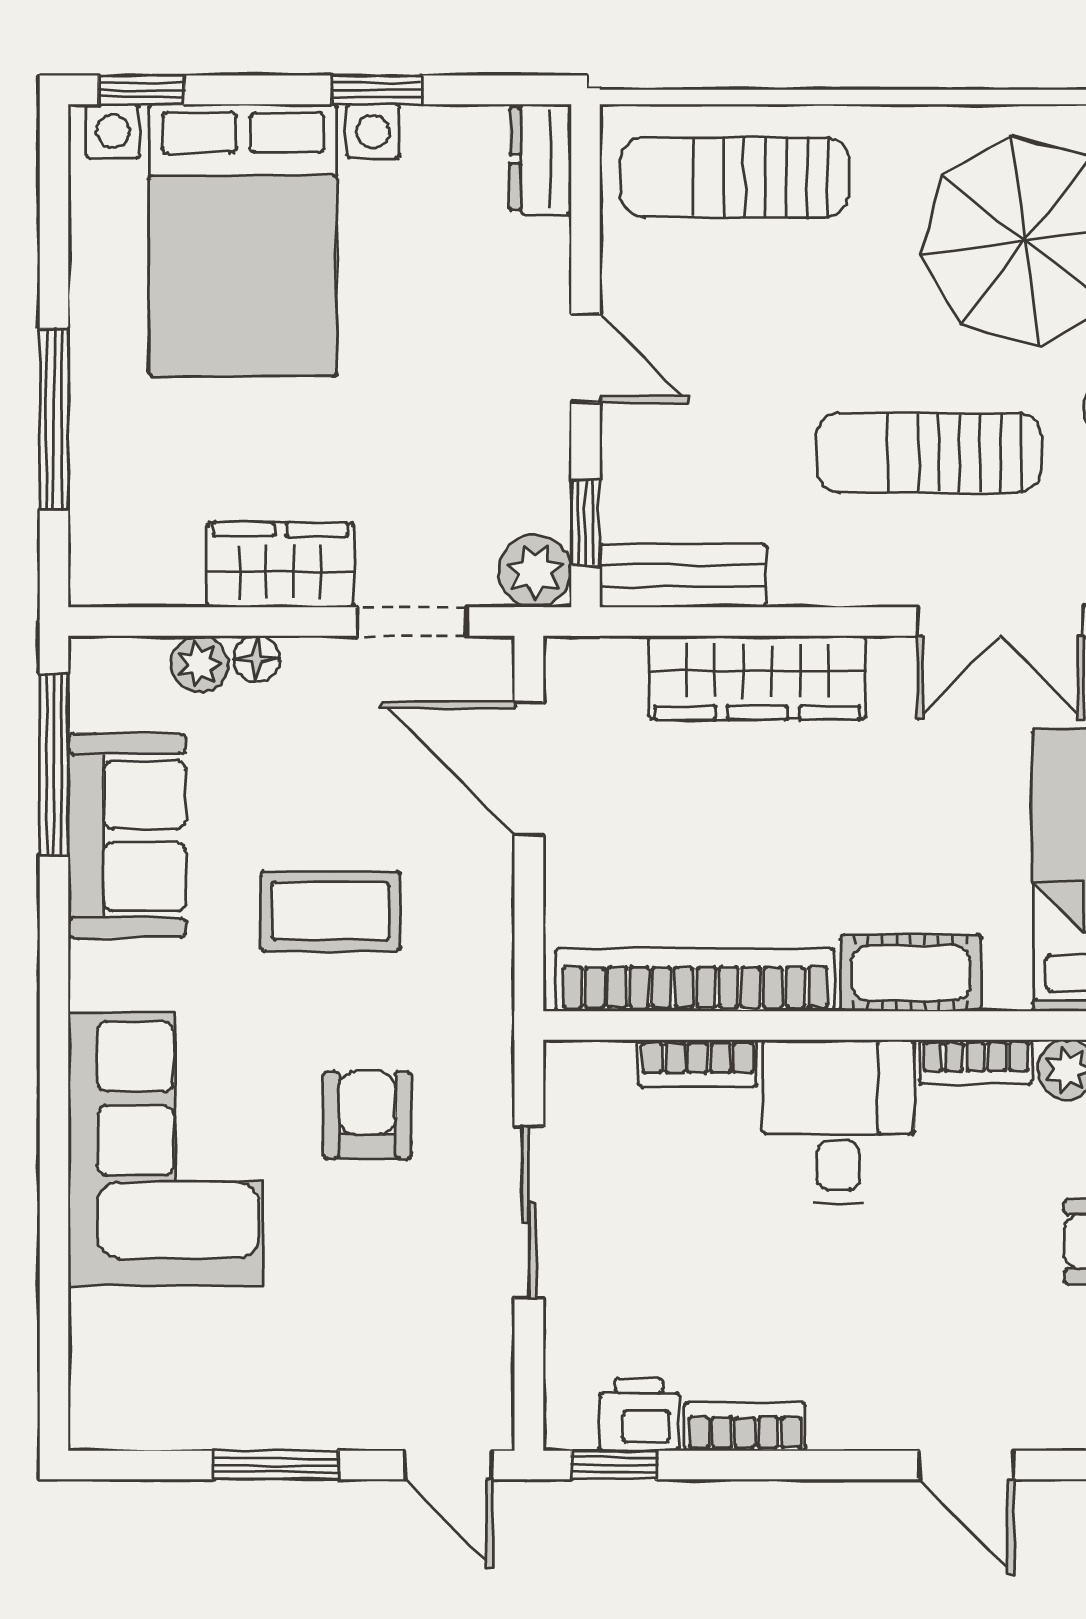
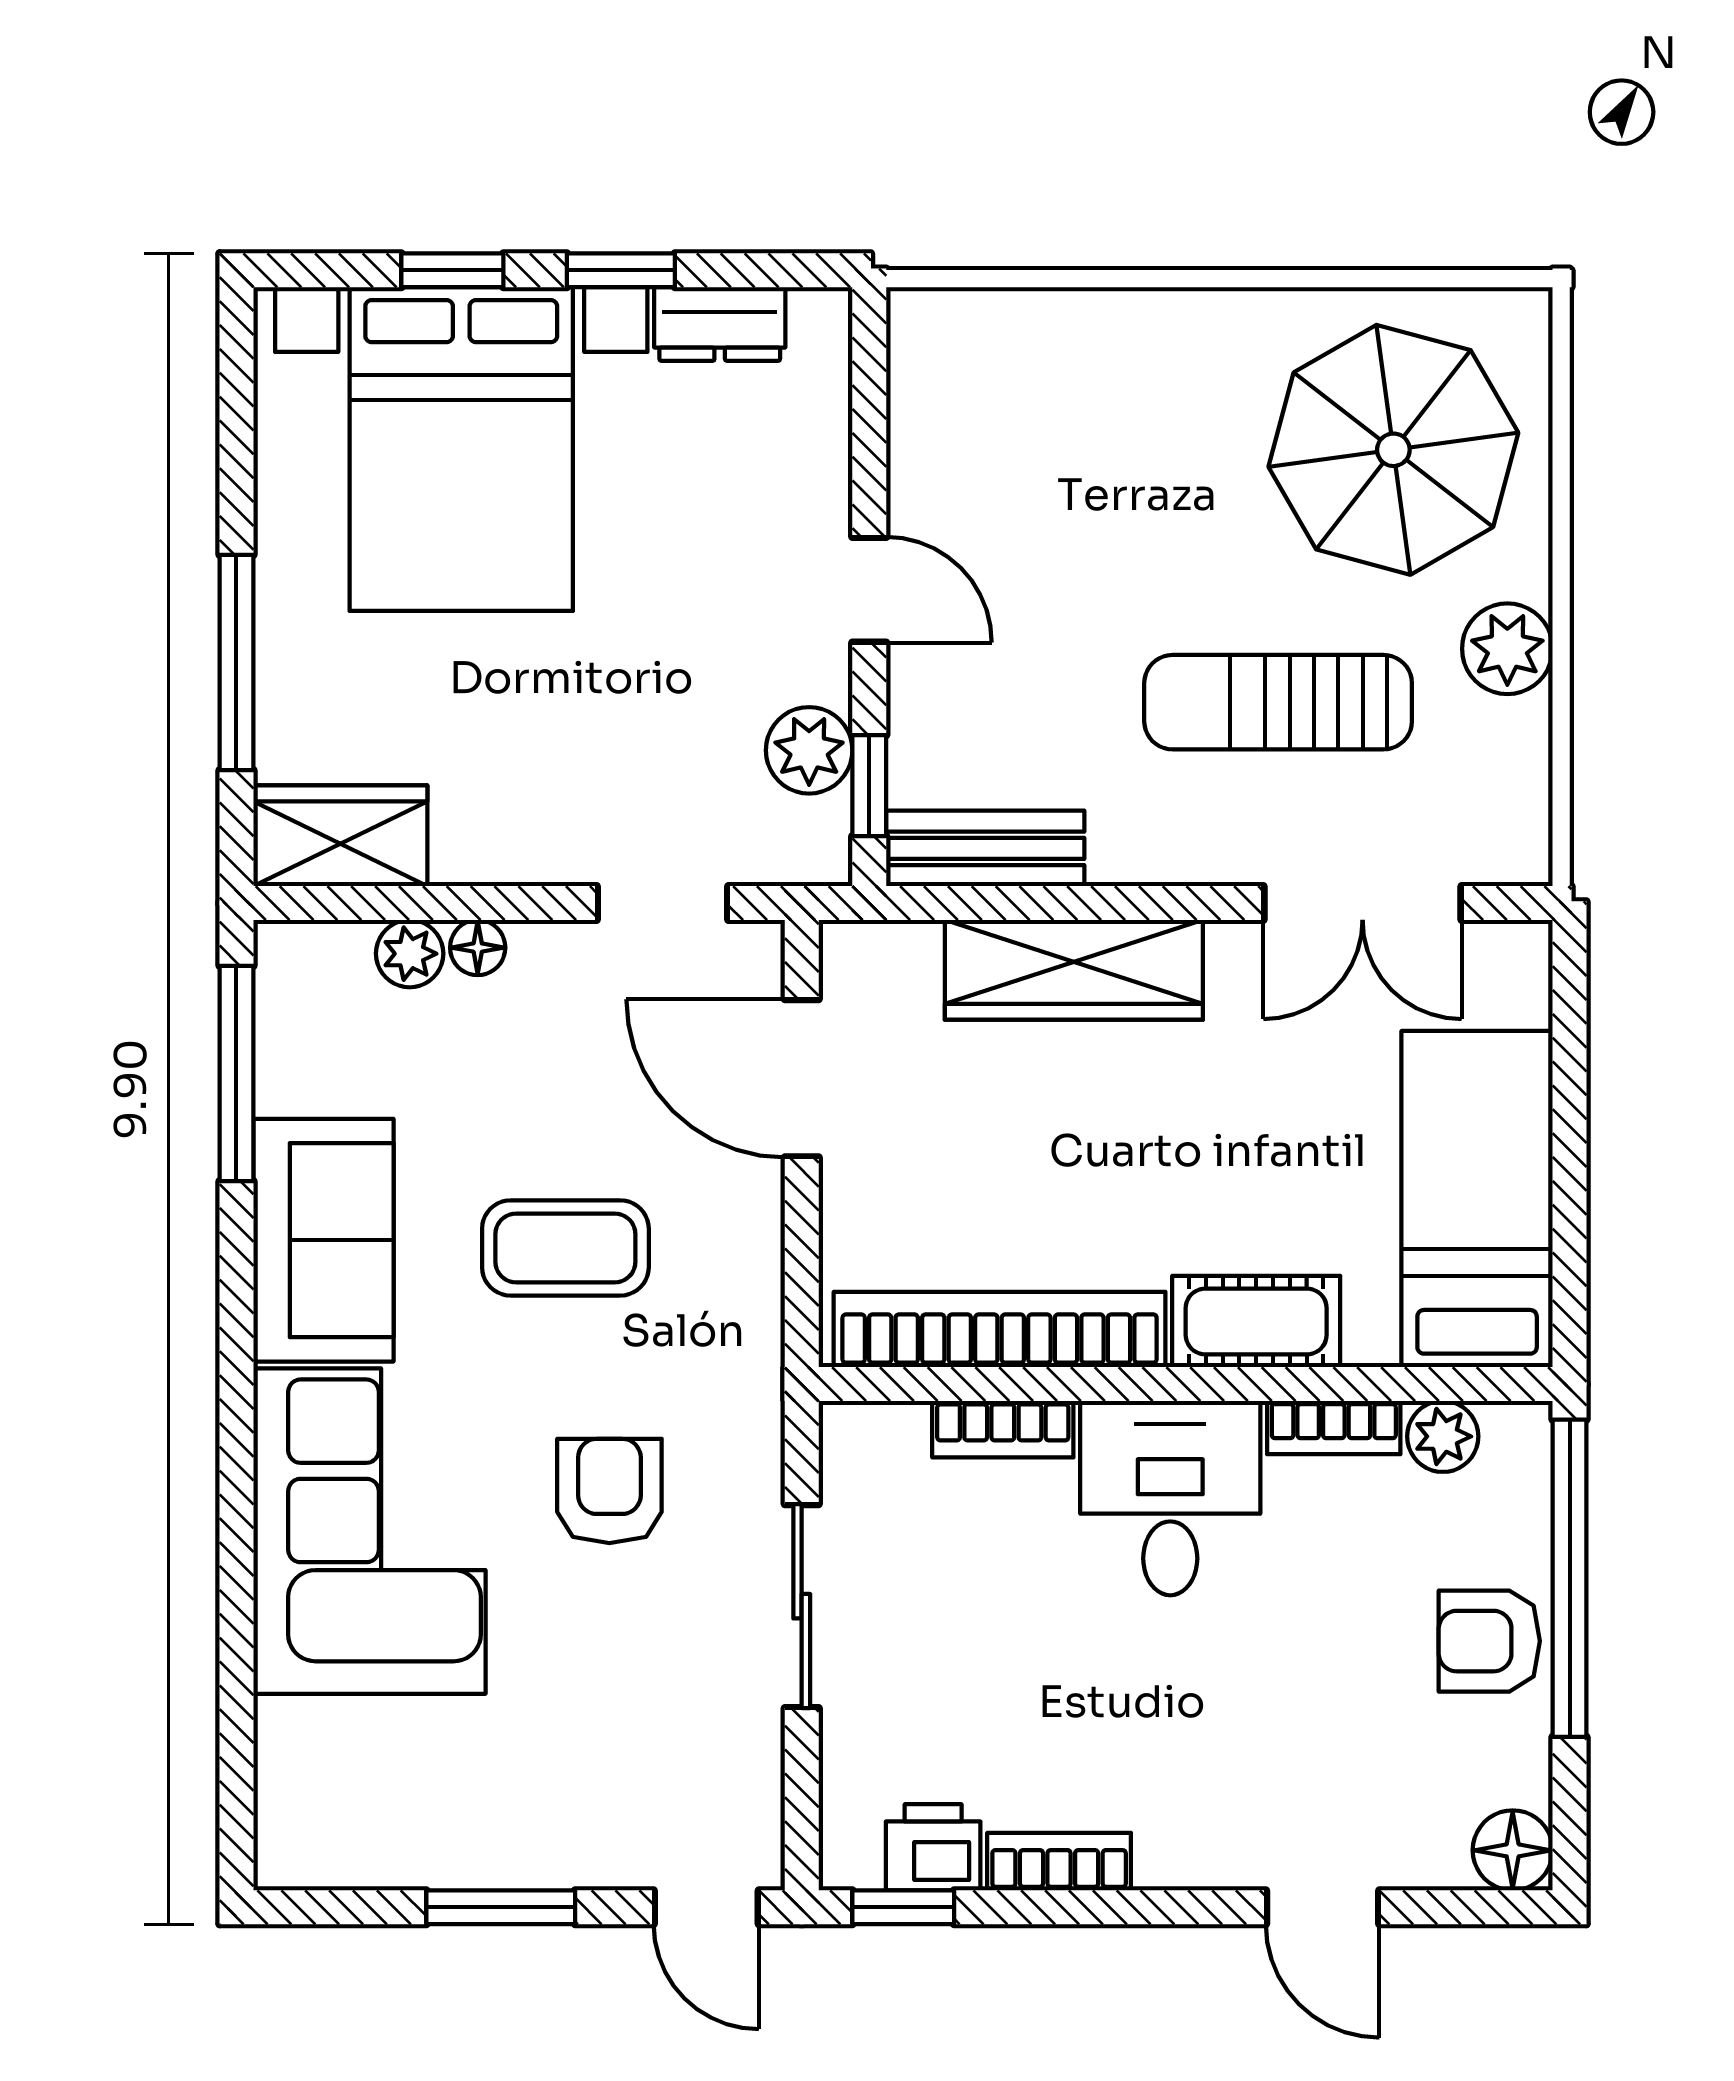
window: (141, 90) -> (452, 270), moved
dresser: (540, 159) -> (720, 324), moved, turned -90
sun lounger: (735, 177) -> (1047, 374), removed
wardrobe: (280, 565) -> (340, 836), moved
plant: (535, 571) -> (809, 750), moved
sofa: (127, 836) -> (323, 1240), moved

